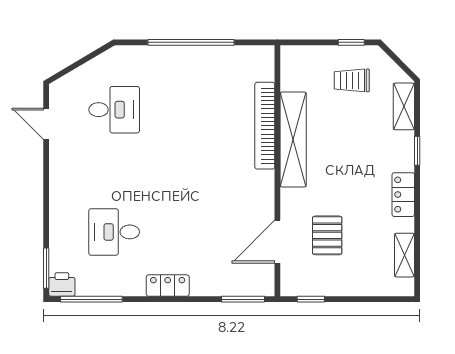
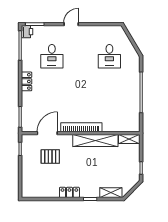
trolley: (352, 80) -> (123, 168), removed
door: (46, 124) -> (71, 24), moved
bookcase: (265, 126) -> (81, 127), moved
desk: (114, 232) -> (52, 56), turned 180
door: (277, 242) -> (47, 133), hinge flipped
shelving: (405, 255) -> (129, 139), moved

